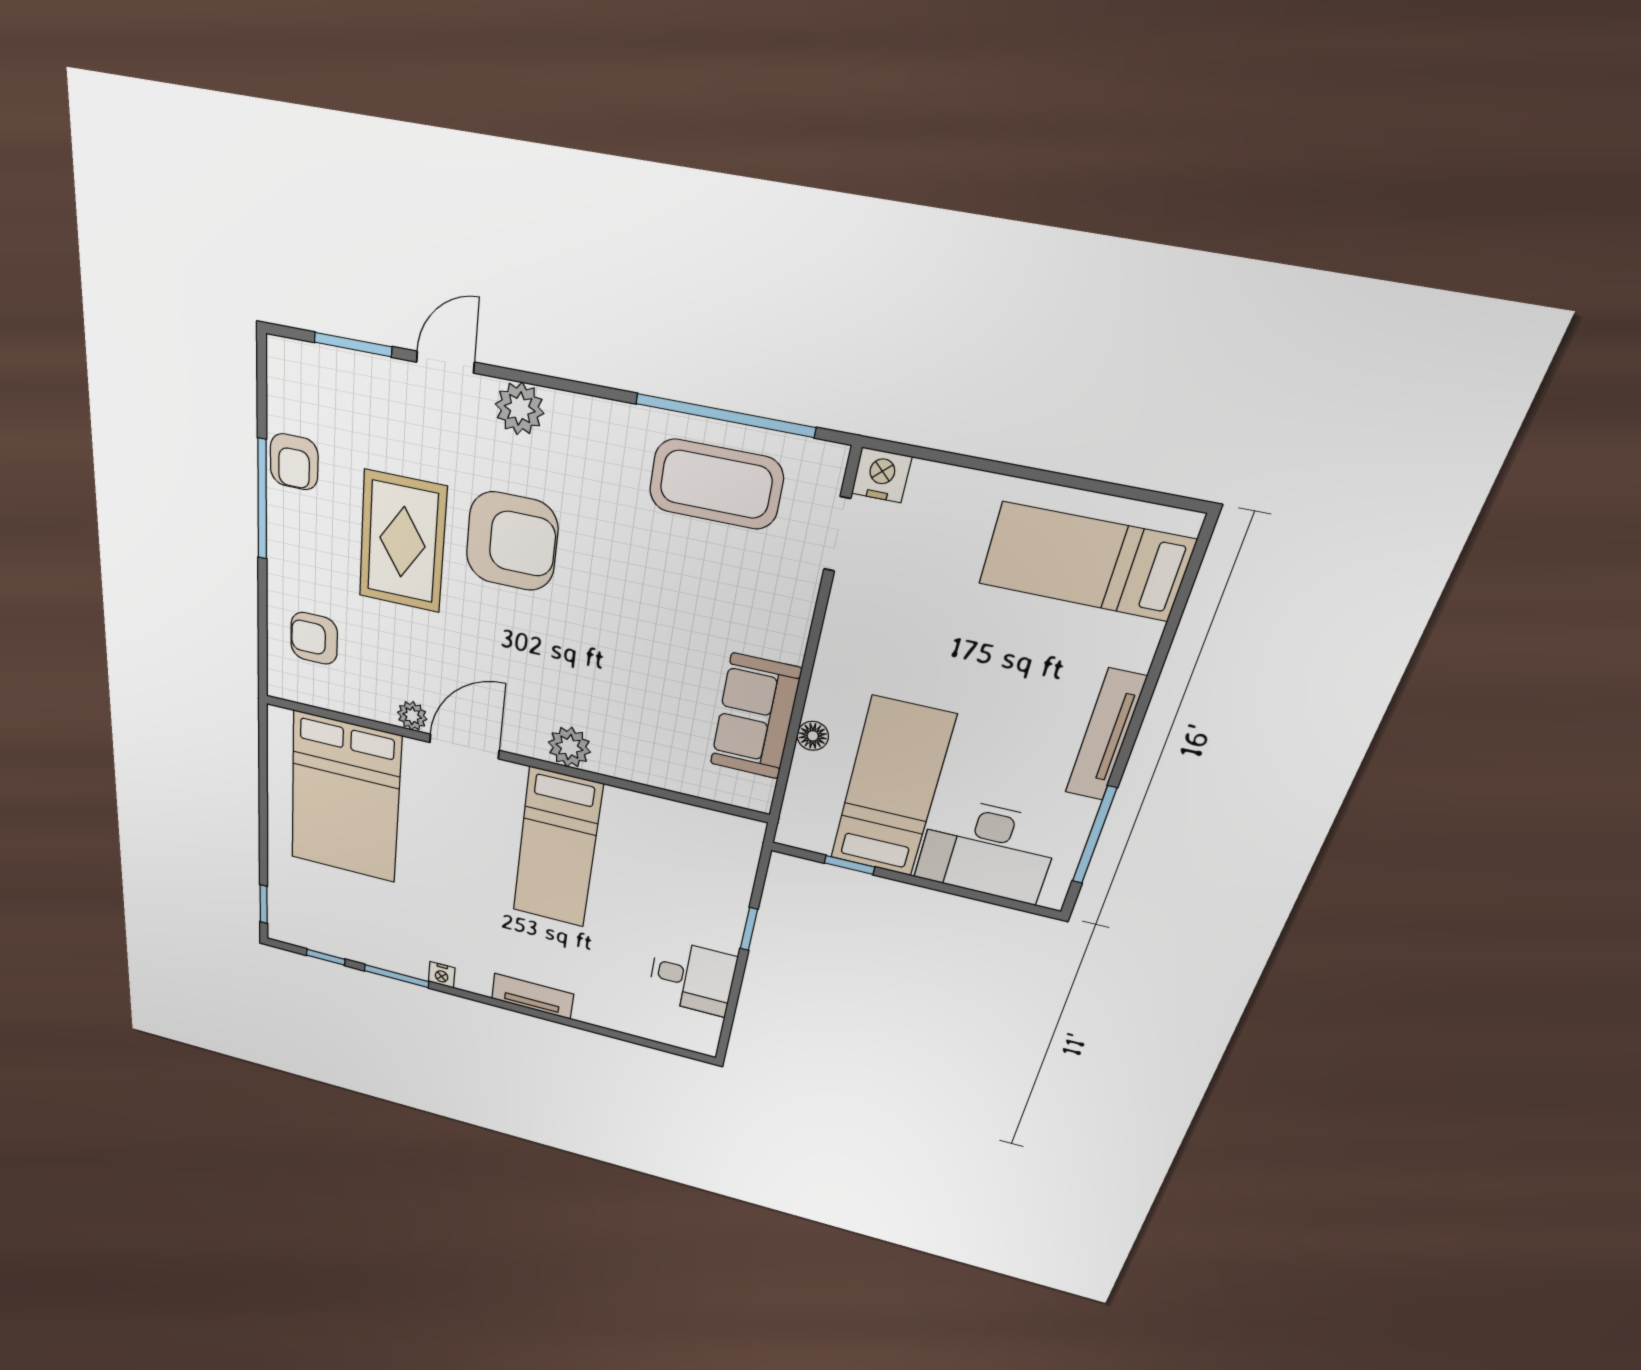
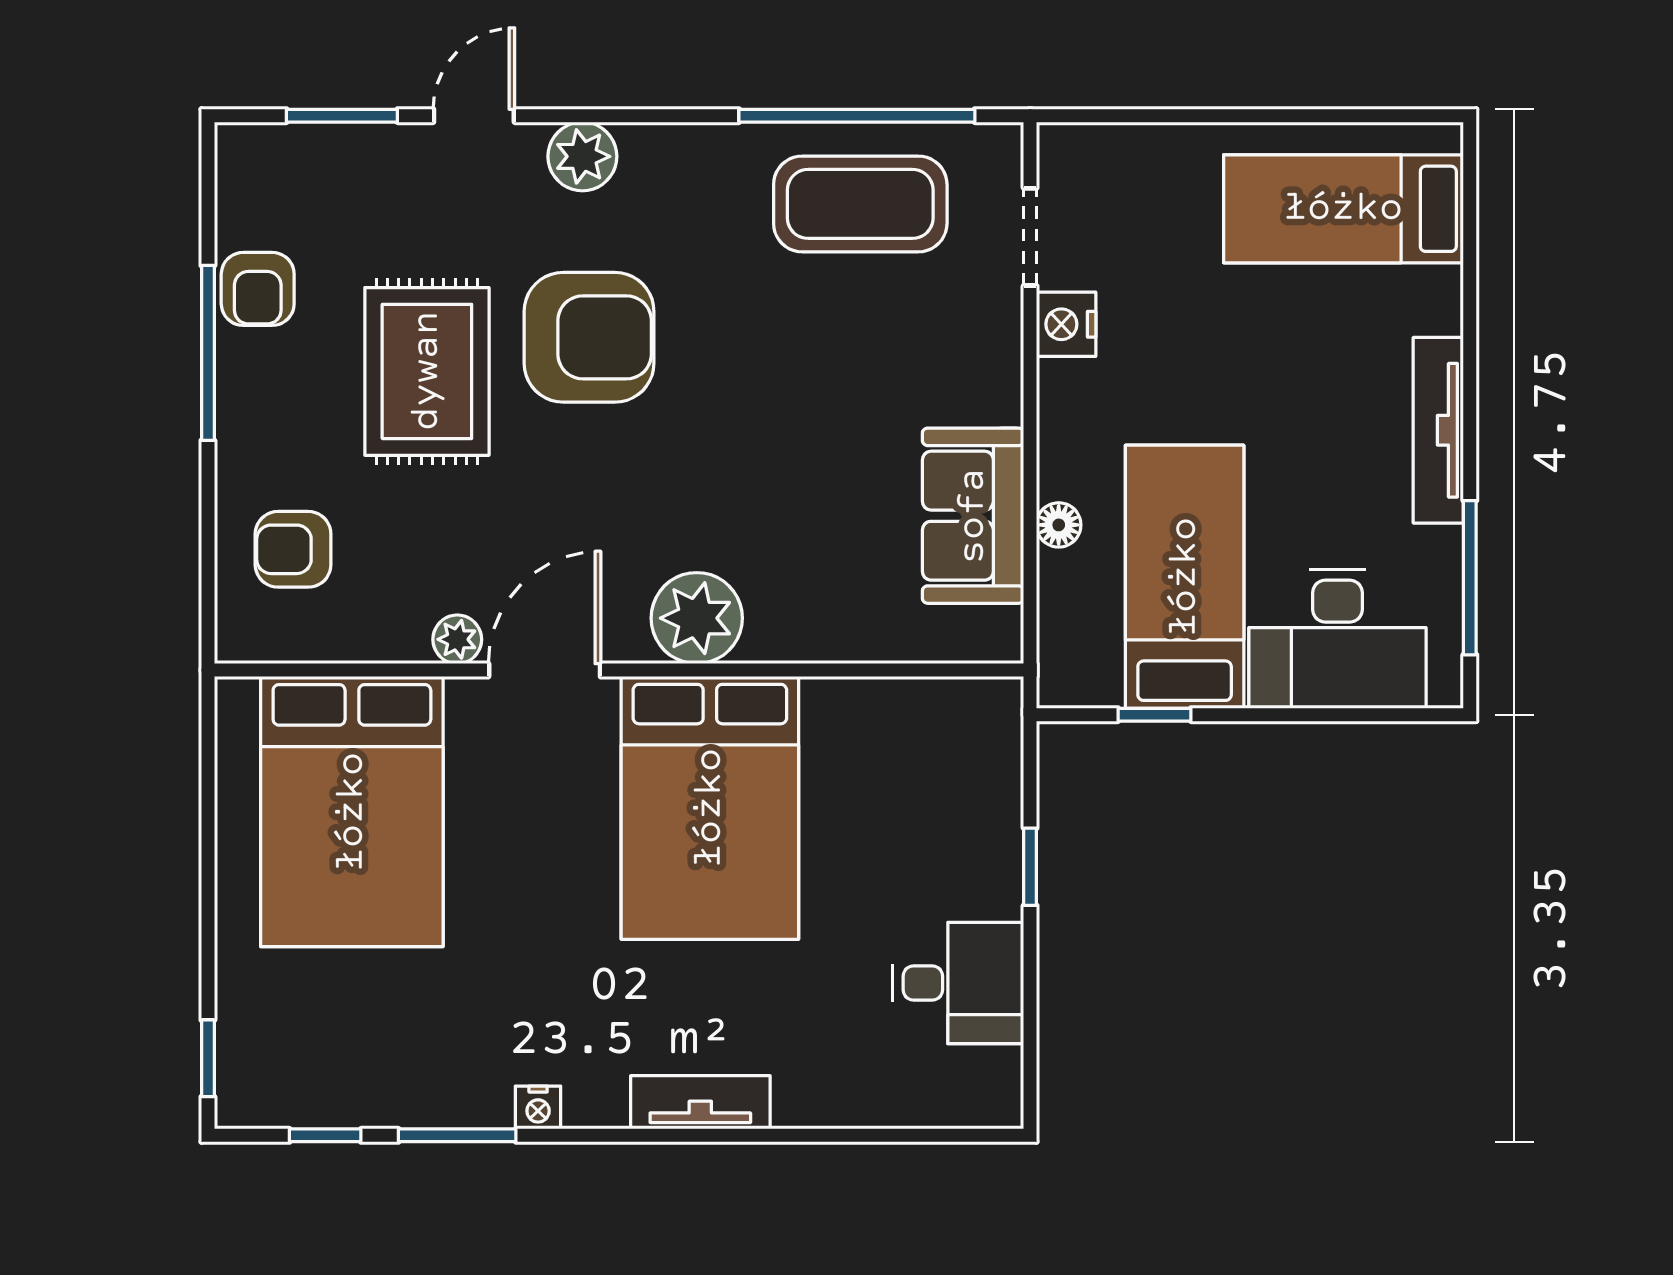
nightstand: (881, 475) -> (1066, 324), moved, turned -90
plant: (569, 747) -> (697, 618), width x1.36, depth x1.36
bed: (557, 848) -> (710, 808), width x1.50

